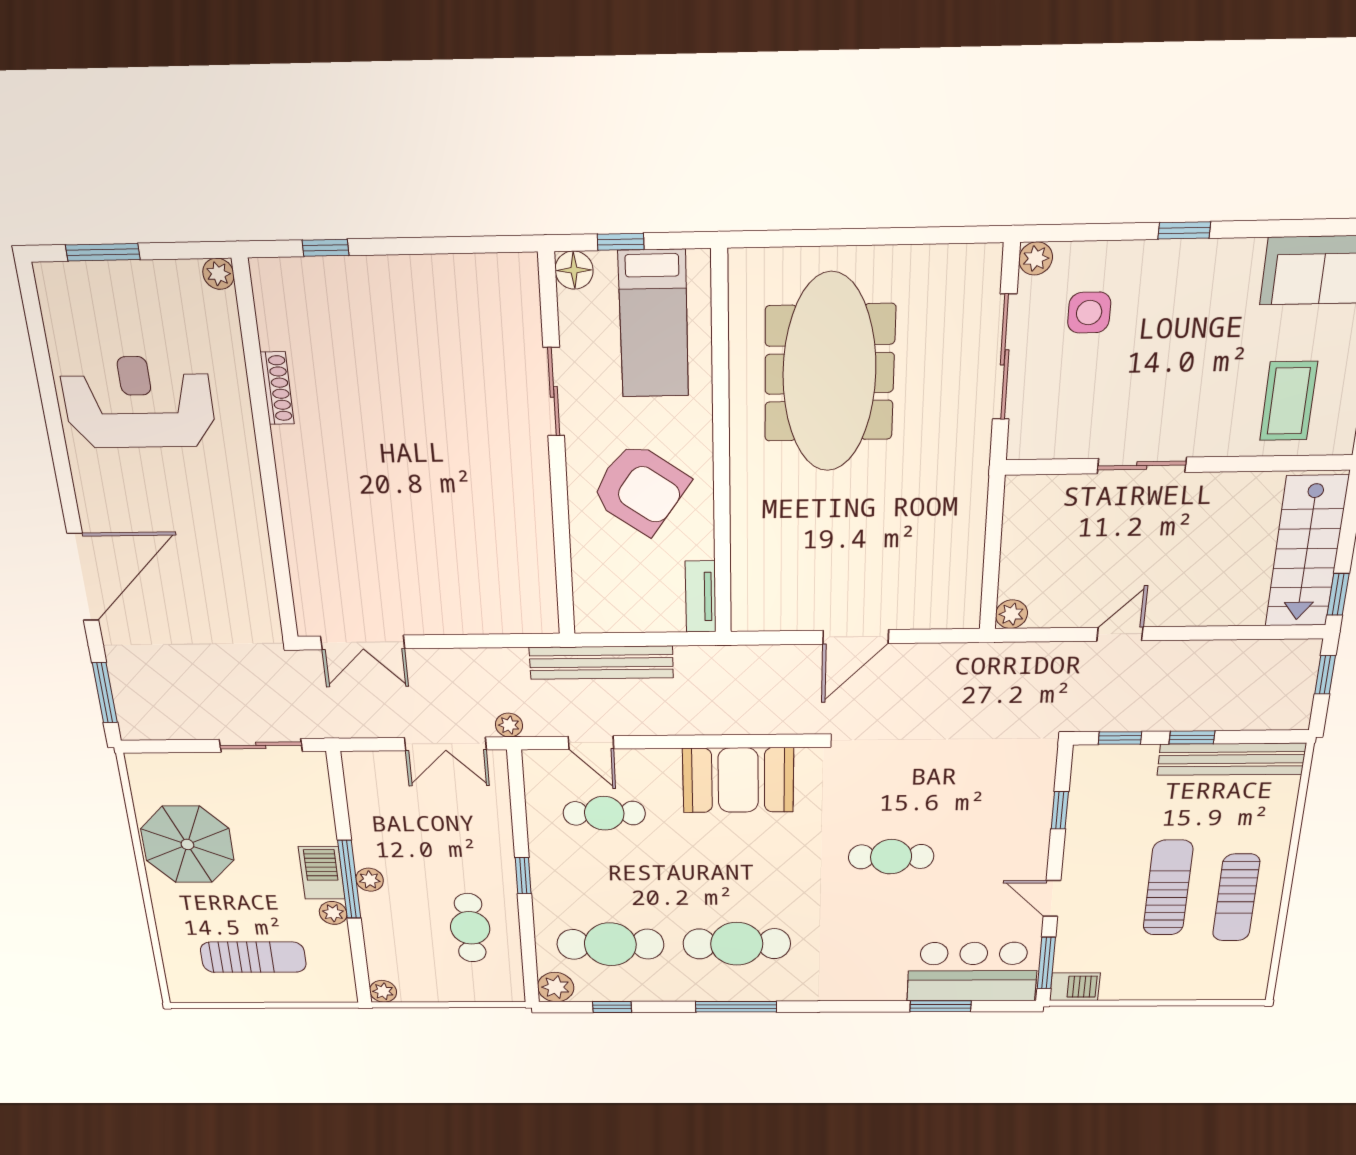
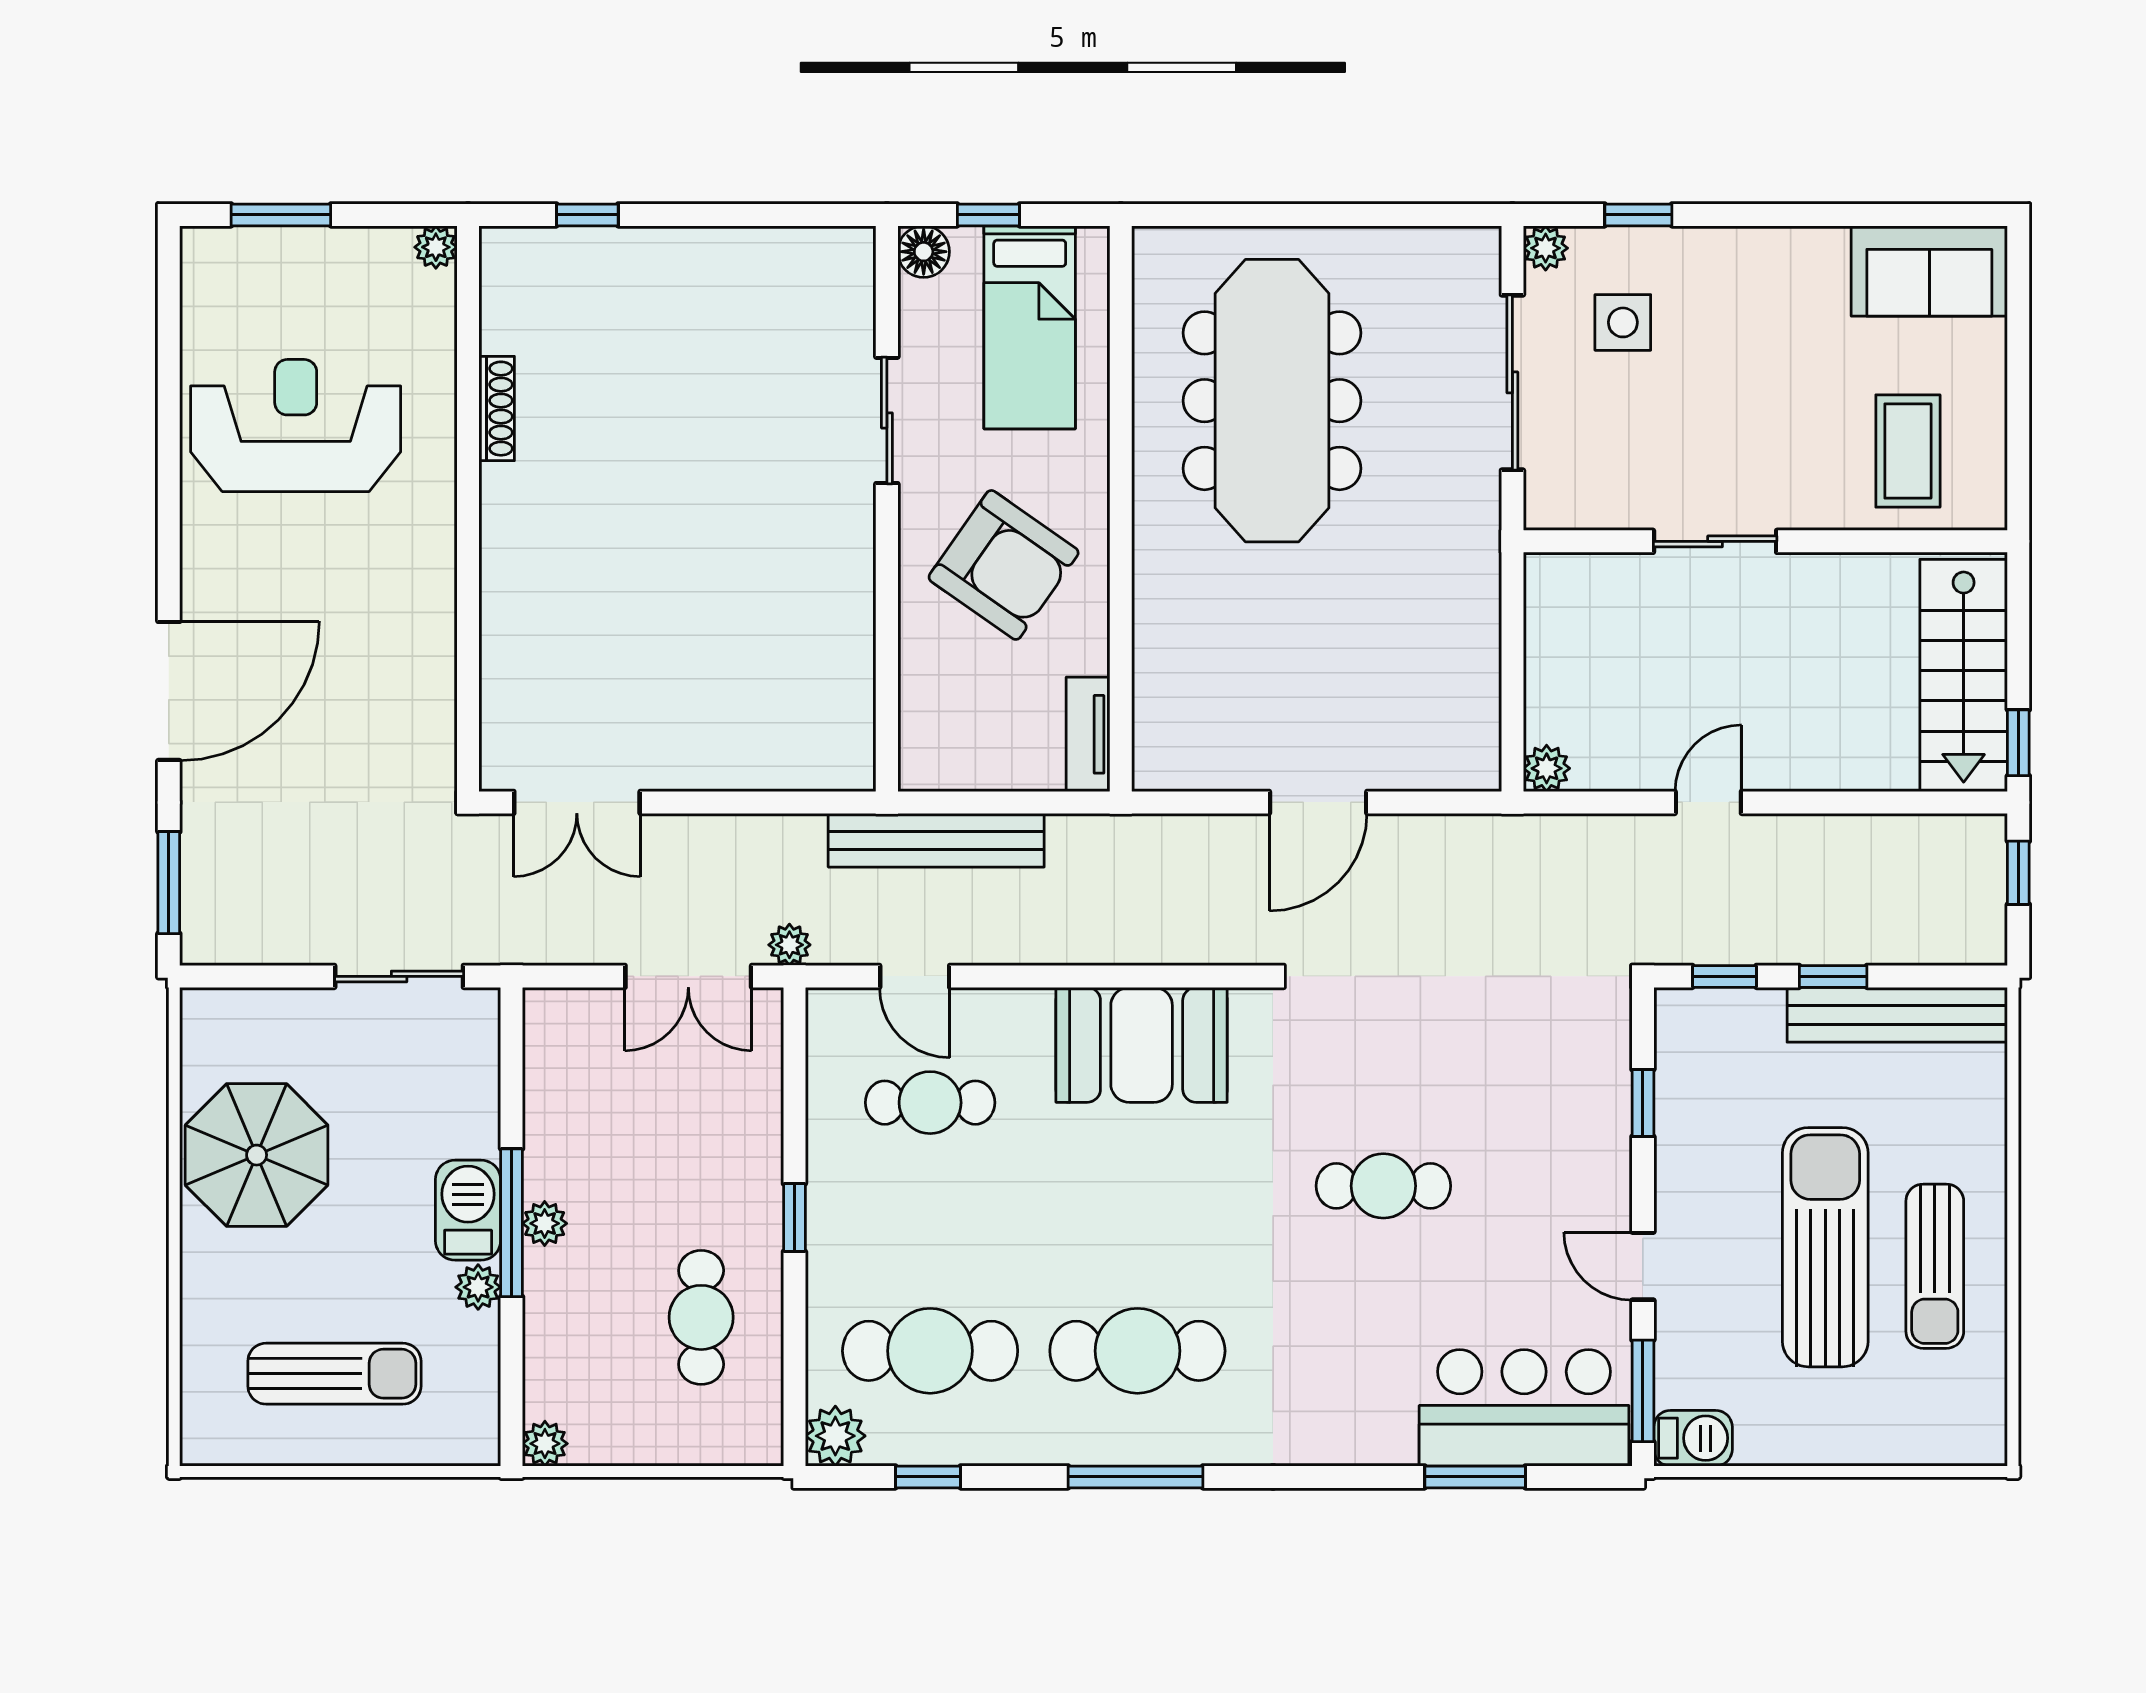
window: (1184, 230) -> (1638, 215), moved
sun lounger: (1168, 888) -> (1825, 1247), width x1.36, depth x1.34

